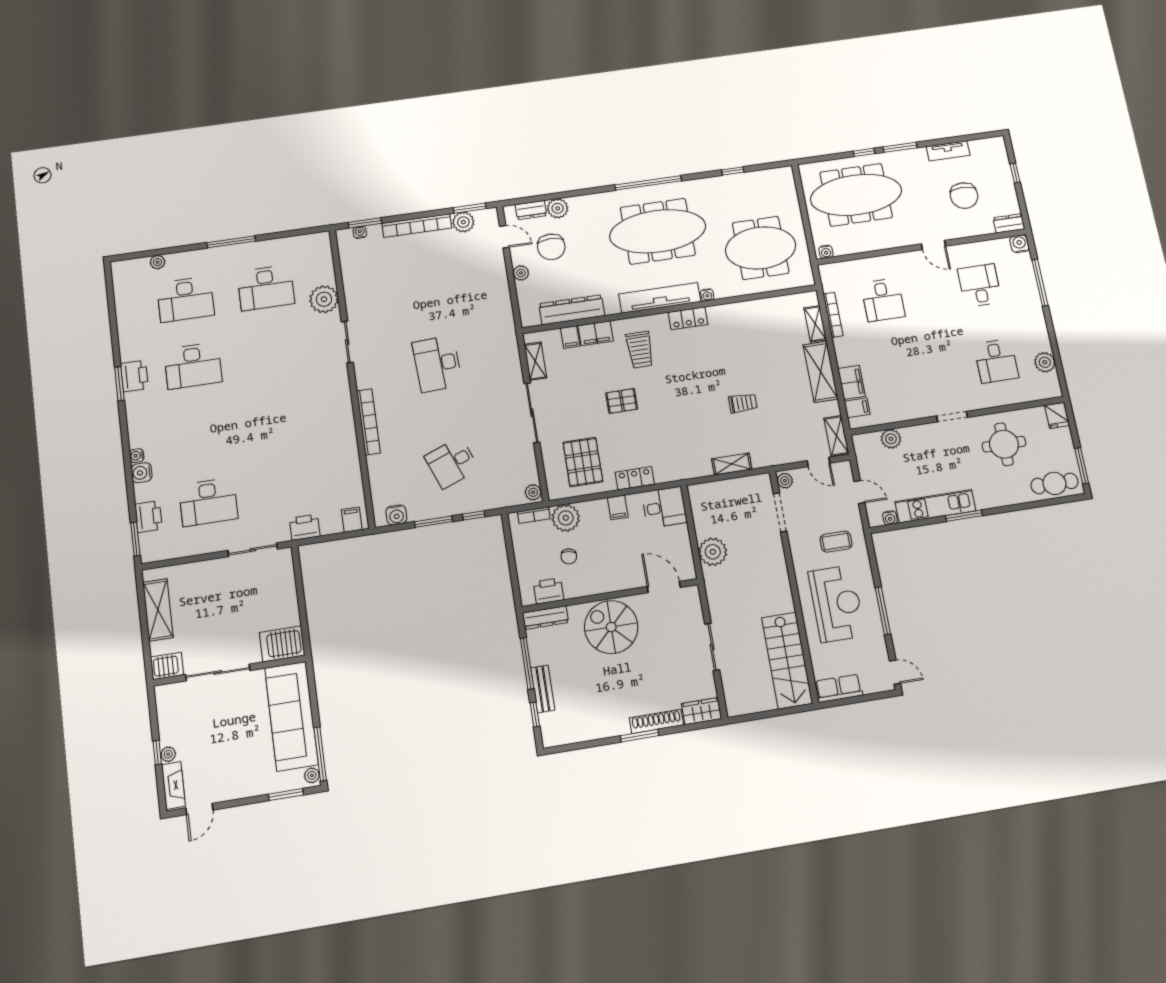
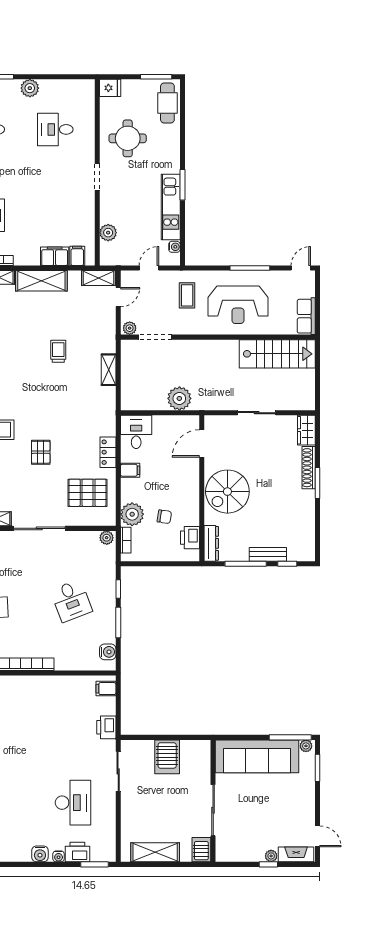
desk: (996, 361) -> (55, 129), turned 180
plant: (1045, 362) -> (30, 88), moved
water cooler: (137, 456) -> (59, 856), moved
reception desk: (837, 604) -> (238, 305), turned 180
server rack: (282, 644) -> (167, 757), moved

